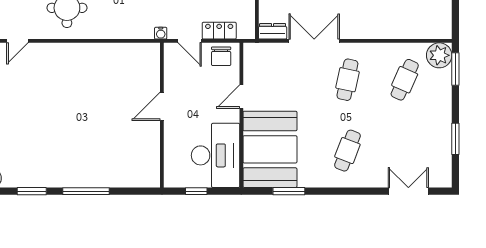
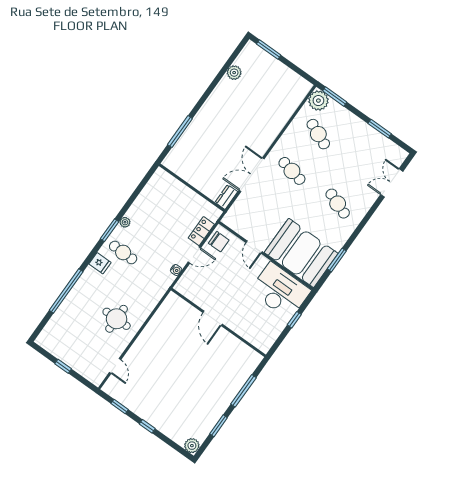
door: (162, 106) -> (213, 318), moved
wall: (162, 115) -> (218, 322), moved

